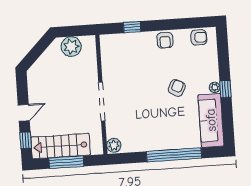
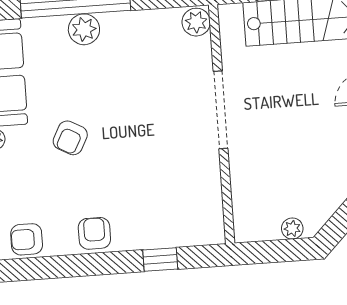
plant: (71, 47) -> (292, 229), width x0.53, depth x0.53
plant: (170, 142) -> (84, 29), added

